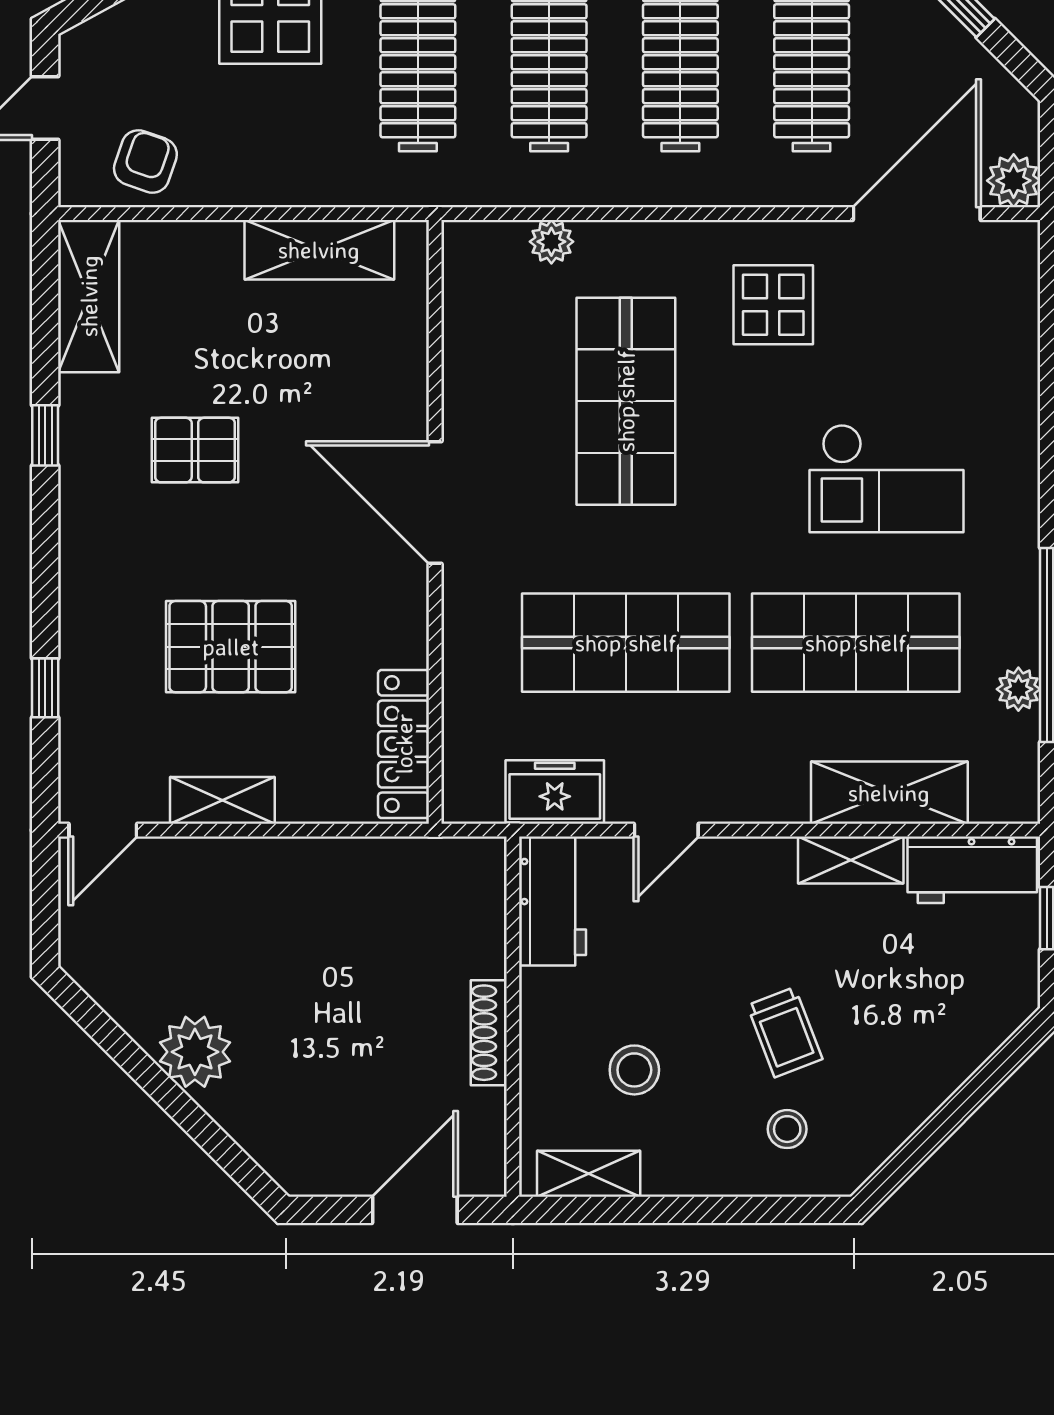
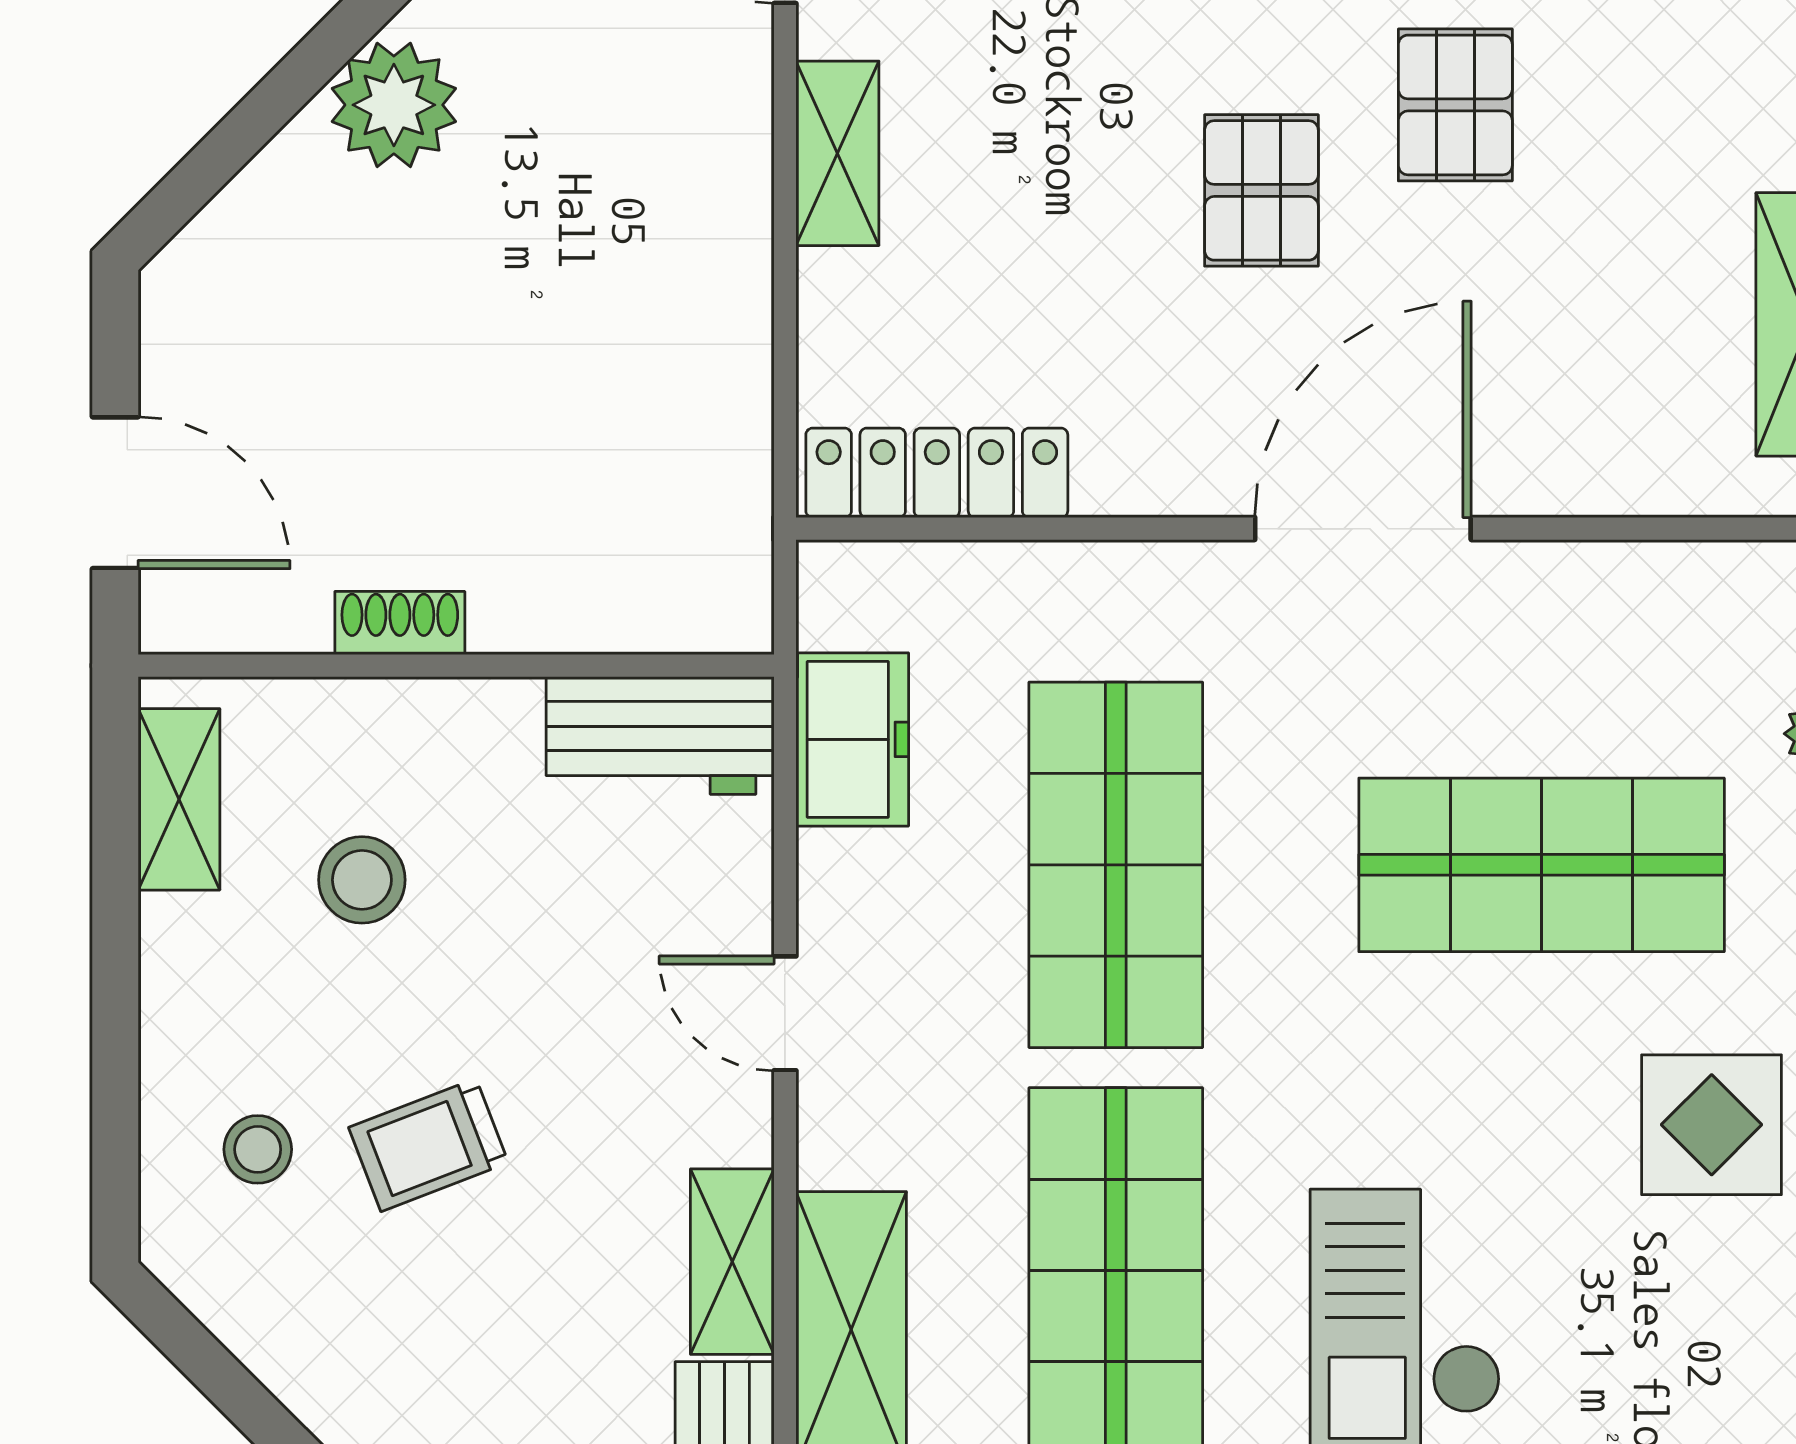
pallet: (231, 647) -> (1261, 190), moved, width x0.67, depth x0.71
door: (666, 830) -> (785, 1013), moved
shoe rack: (489, 1033) -> (400, 623), width x0.70

